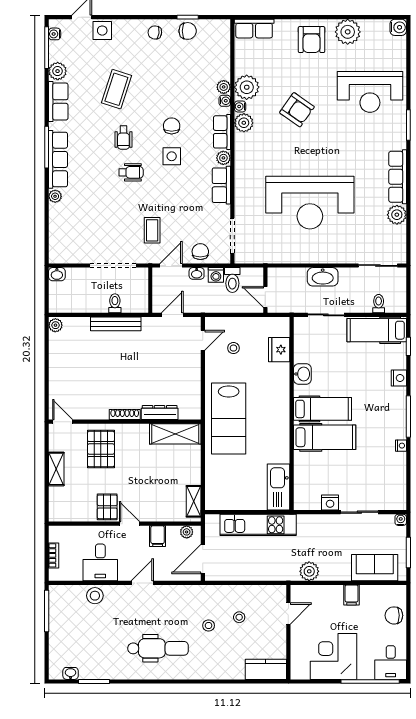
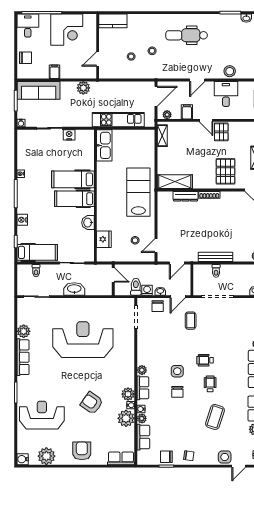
plant: (348, 32) -> (46, 456), moved
row of seats: (221, 185) -> (143, 437), moved
sofa: (375, 568) -> (39, 90), width x1.36

